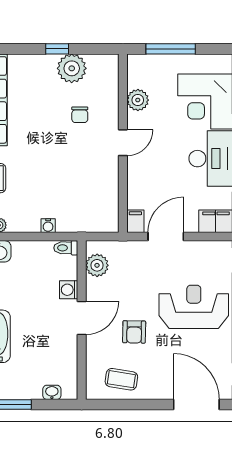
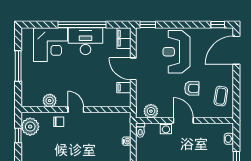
plant: (138, 100) -> (50, 101), moved
door: (123, 143) -> (76, 110), moved
wall: (123, 143) -> (76, 110), moved

